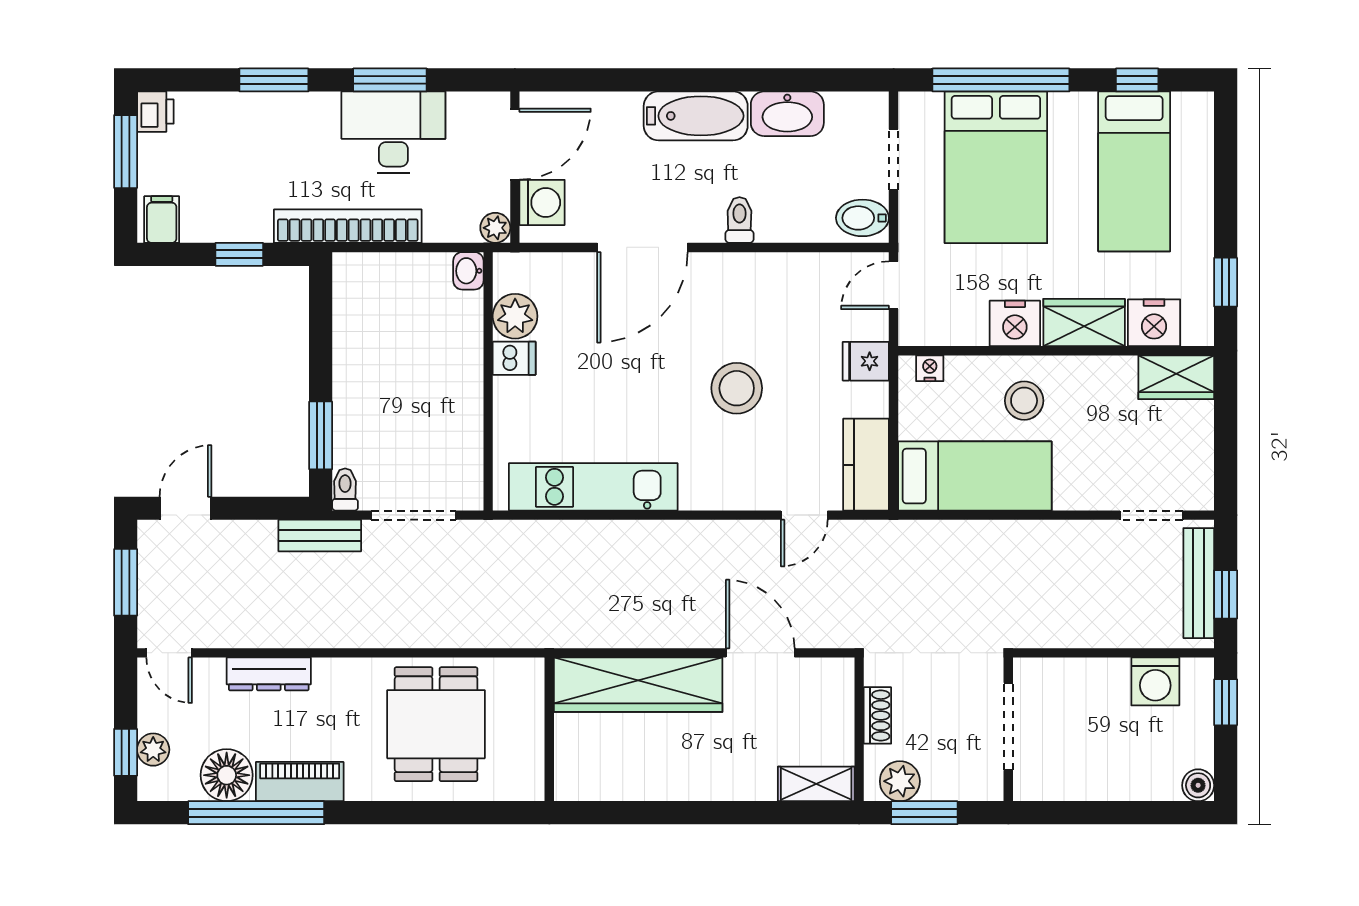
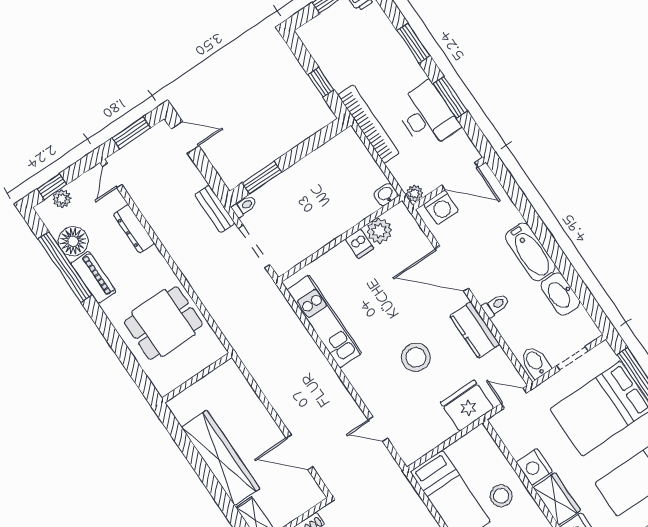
filing cabinet: (162, 220) -> (313, 35), removed
fridge: (866, 361) -> (467, 406), width x1.88, depth x1.34
nightstand: (930, 368) -> (486, 441), removed
kitchen counter: (866, 465) -> (475, 330), moved, turned -90
door: (760, 653) -> (299, 452), swing flipped
wardrobe: (638, 685) -> (221, 458), moved, turned 180

